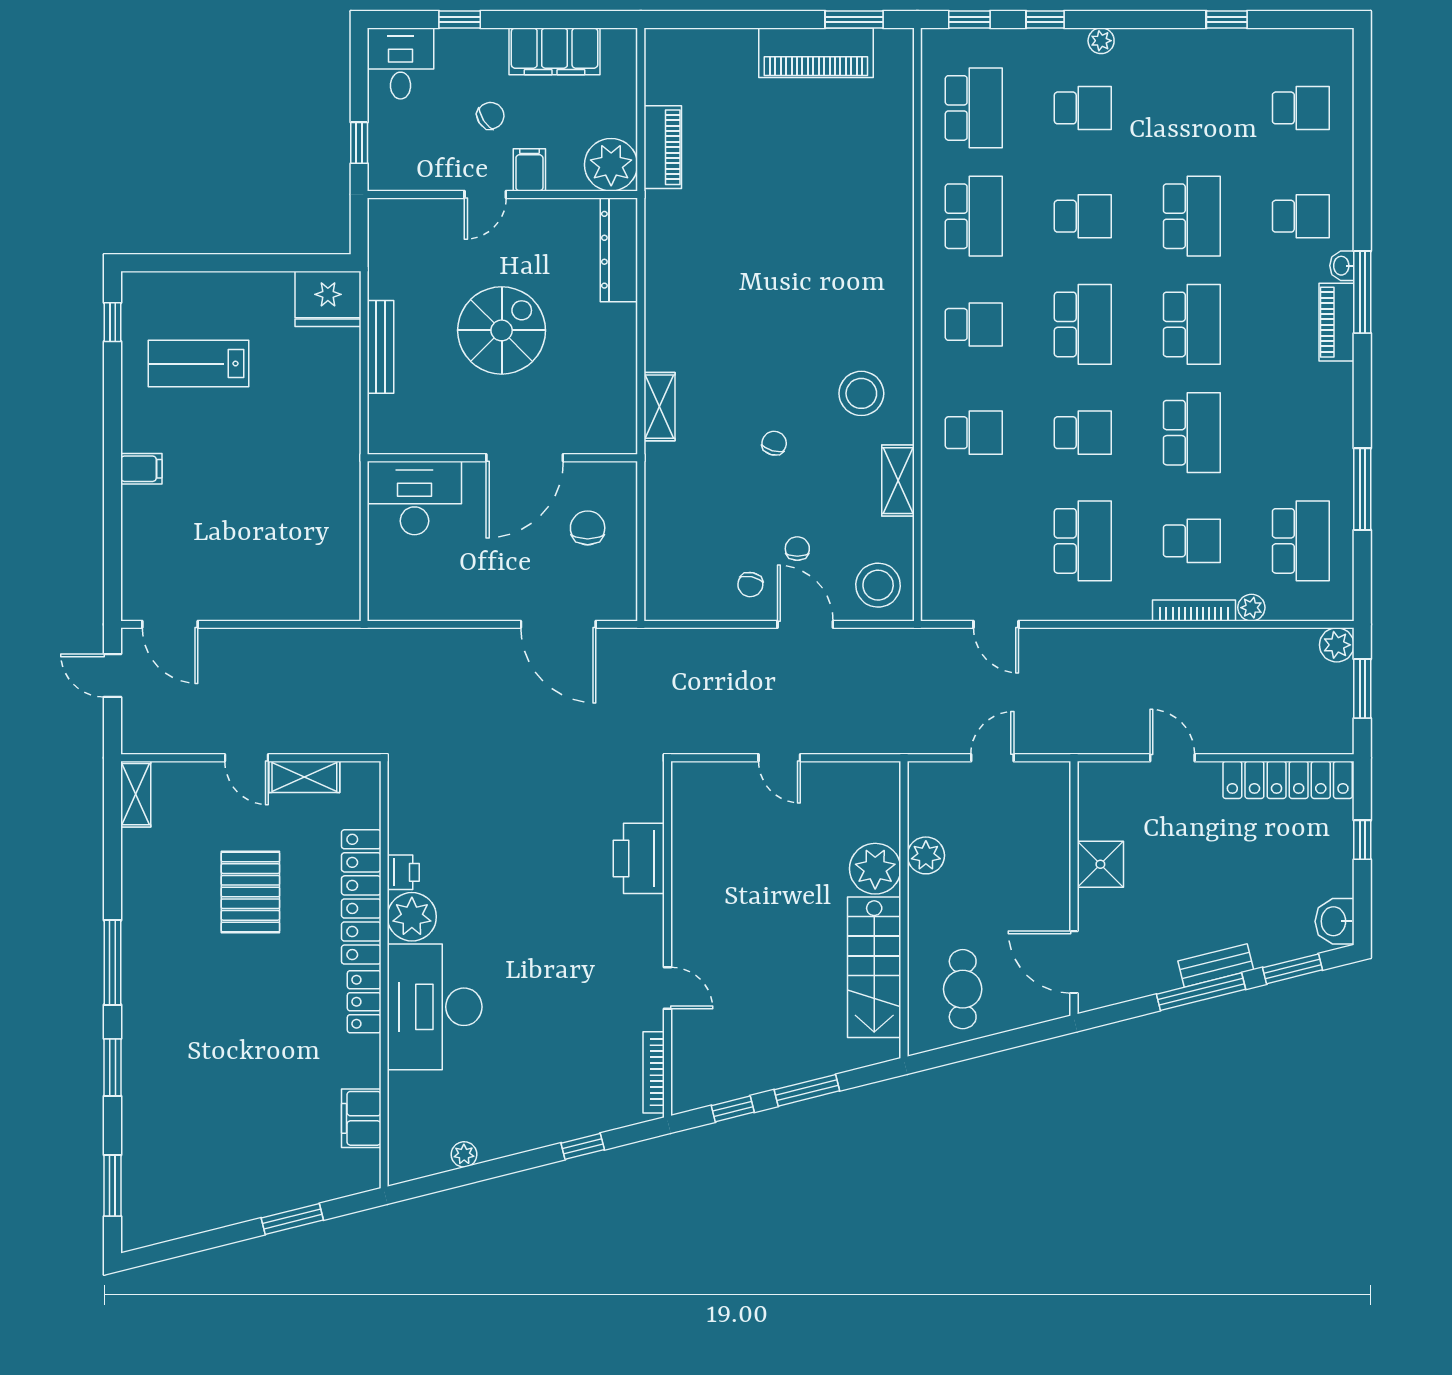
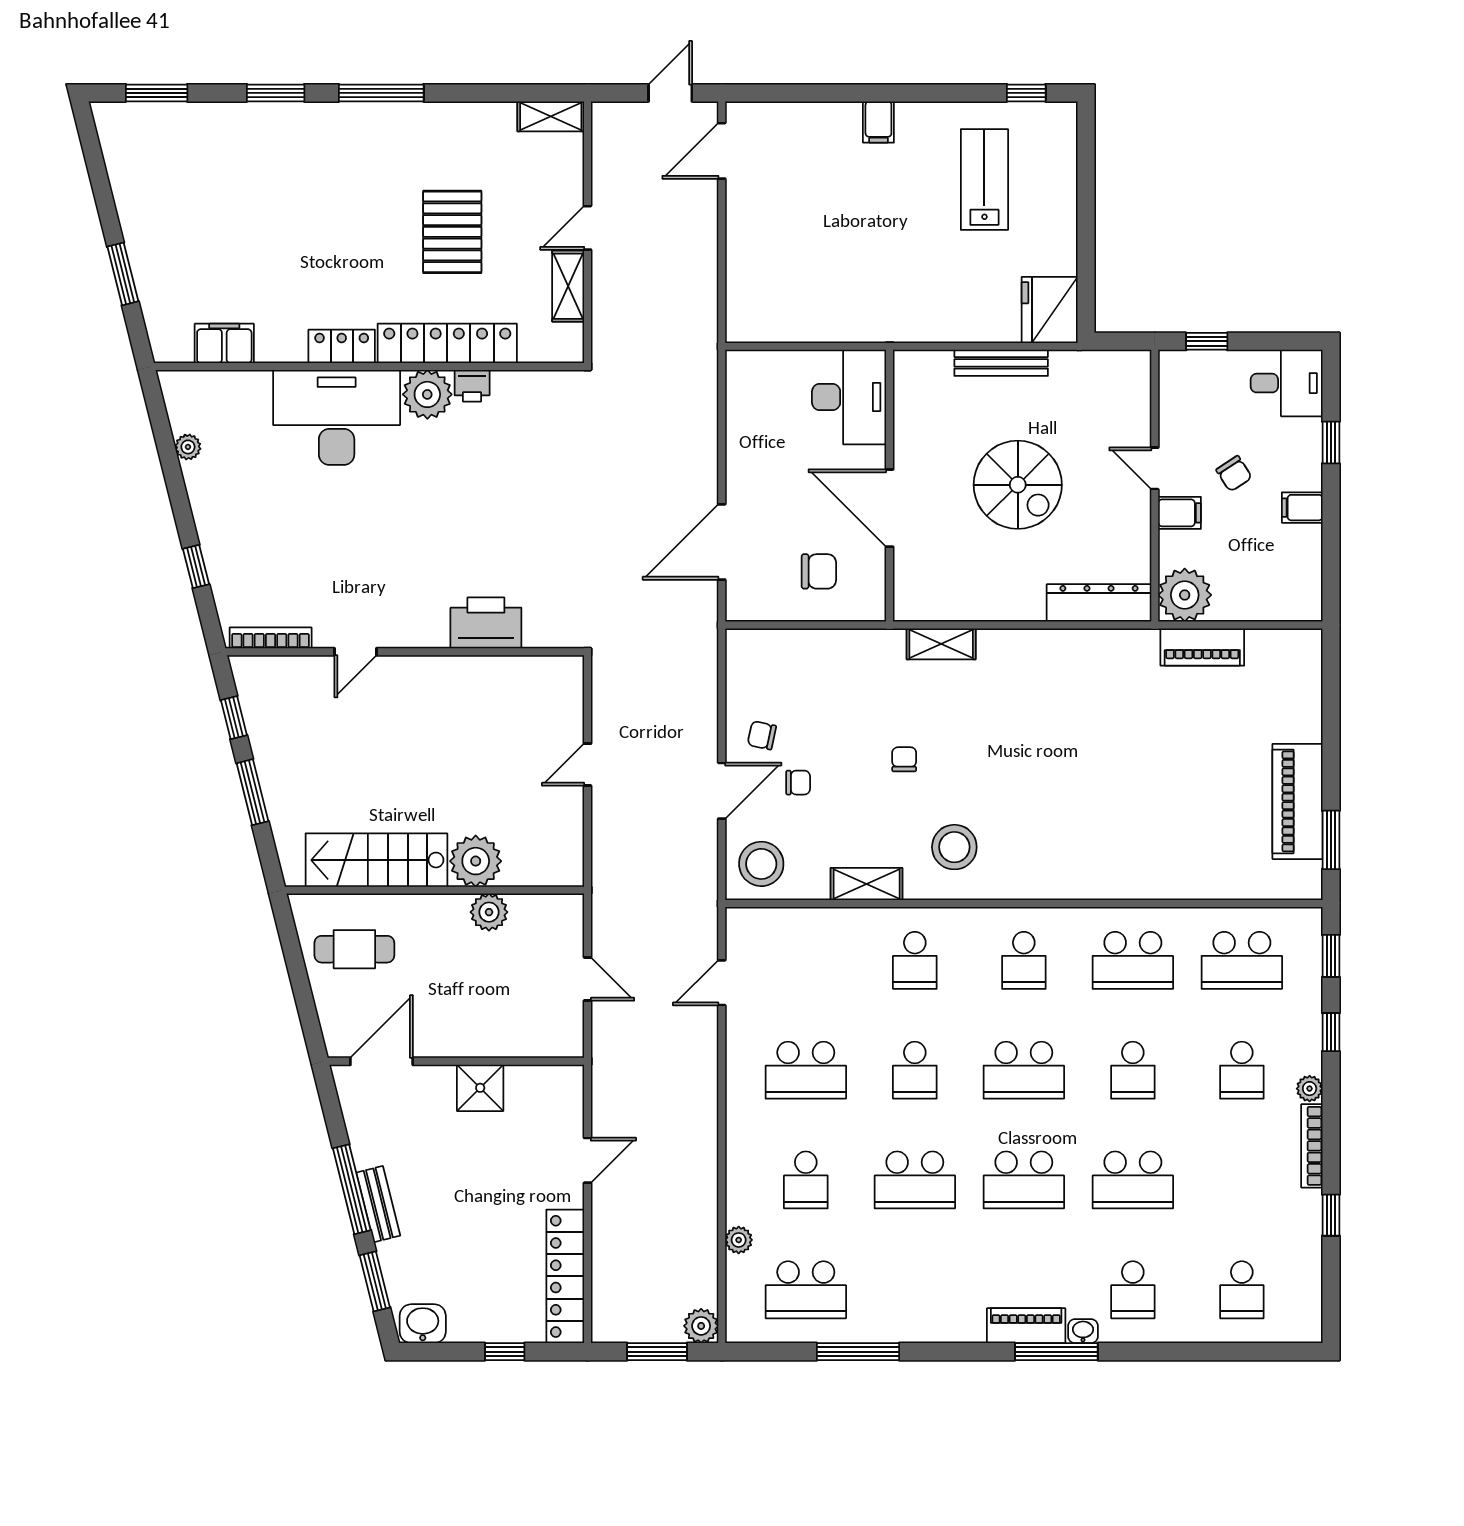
filing cabinet: (555, 51) -> (1302, 508), width x0.33, depth x0.86
chair: (774, 443) -> (904, 759), turned -106
bookcase: (1194, 610) -> (1312, 1146), moved, turned 180
pallet: (250, 892) -> (452, 232), turned 90

